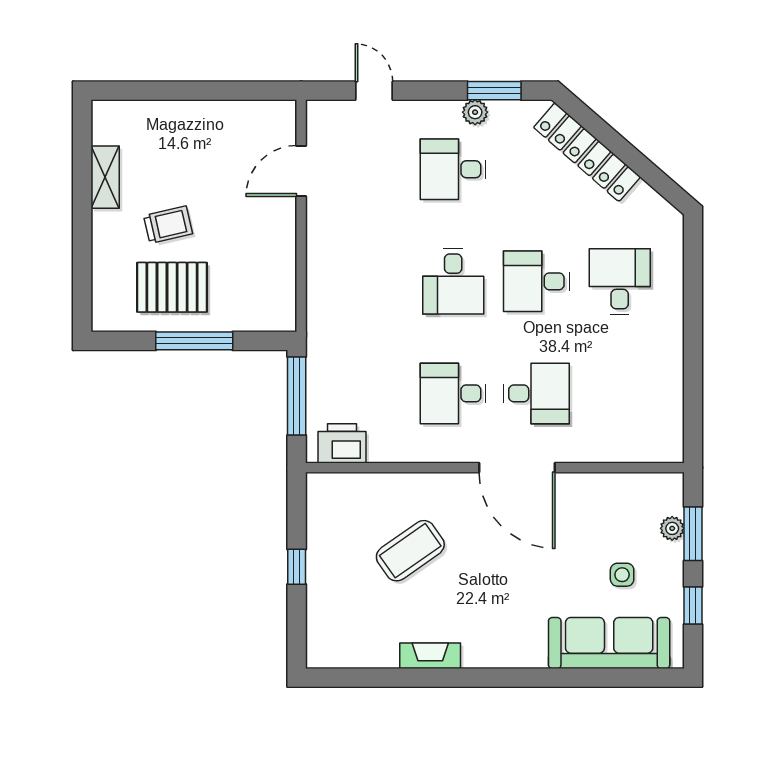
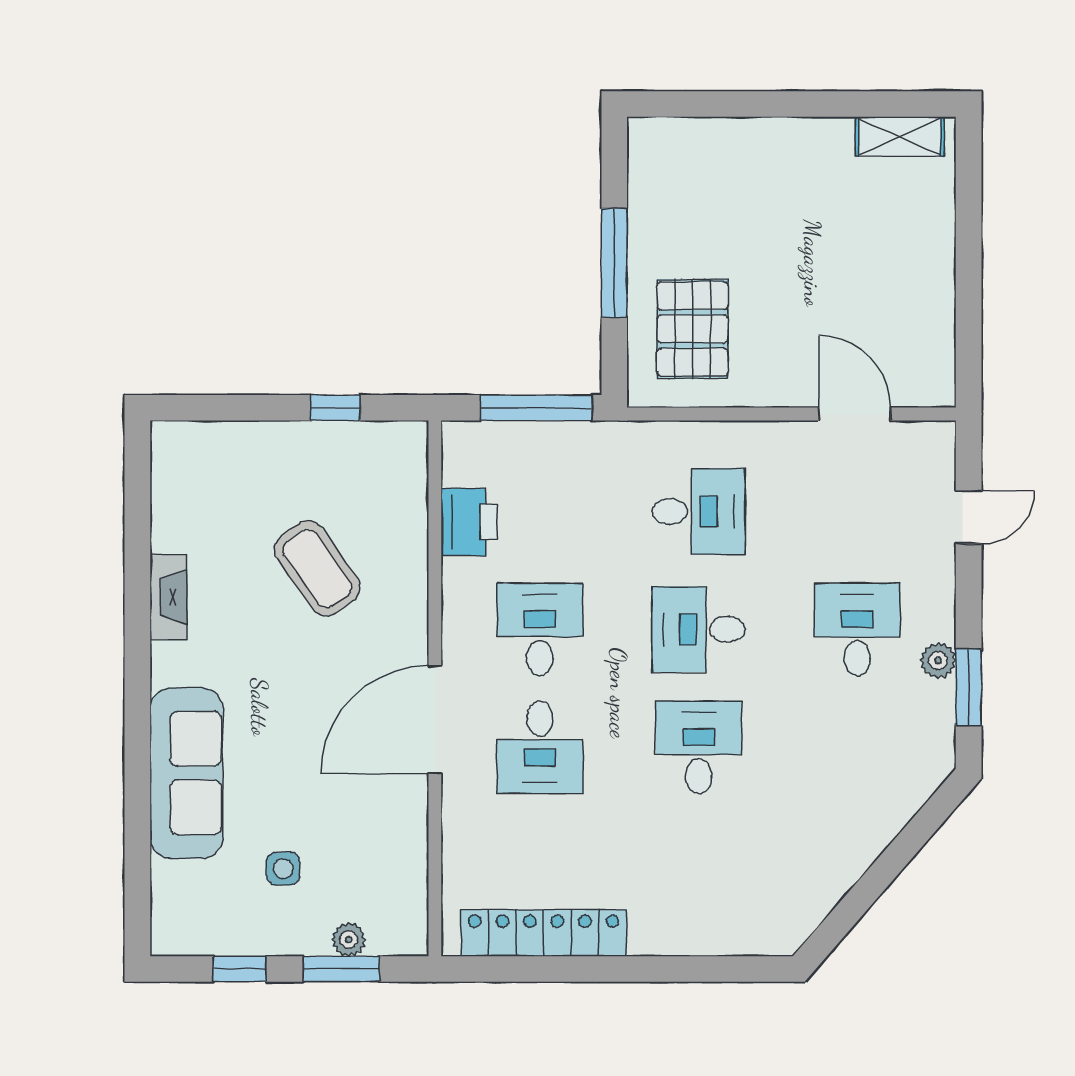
locker: (587, 152) -> (544, 933), moved, turned 49
shelving: (105, 177) -> (900, 137), moved
trolley: (168, 225) -> (779, 226), removed
desk: (620, 281) -> (699, 512), moved
pallet: (172, 287) -> (693, 329), moved
printer: (342, 443) -> (469, 522), moved
window: (297, 567) -> (335, 408), moved
sofa: (609, 643) -> (186, 773), moved

